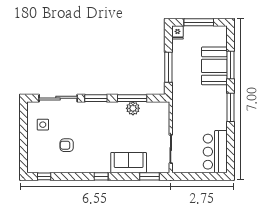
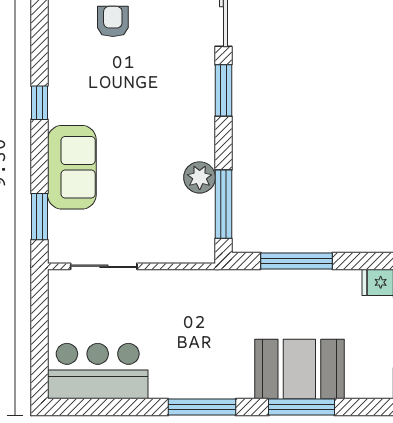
window: (132, 98) -> (223, 204), moved

